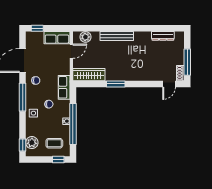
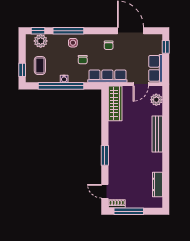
door: (71, 51) -> (141, 84), hinge flipped
window: (116, 84) -> (105, 155), moved
row of seats: (64, 87) -> (107, 76), width x1.48
window: (23, 97) -> (68, 31), moved

